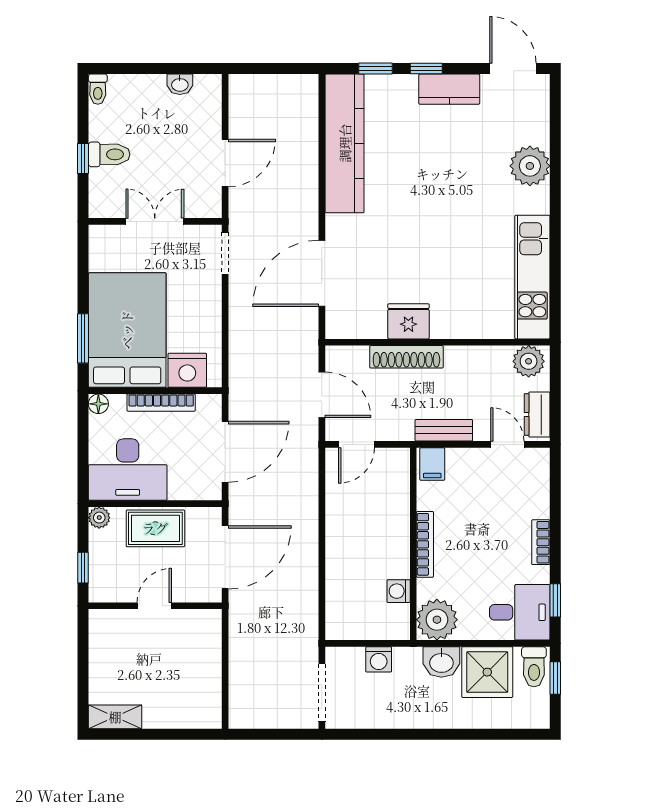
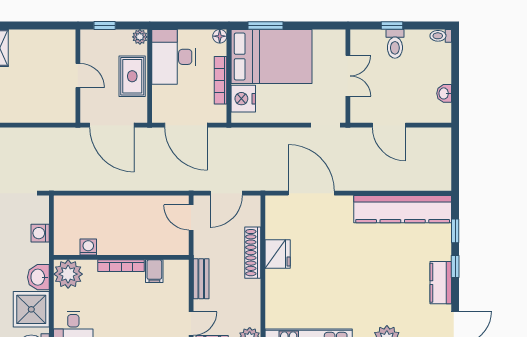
filing cabinet: (432, 464) -> (154, 271), moved, turned -90

